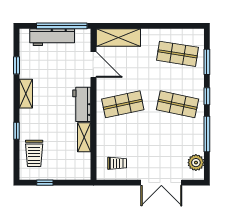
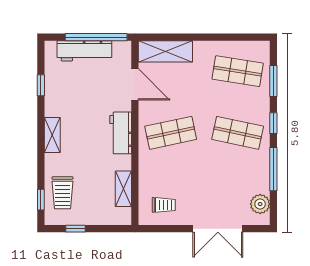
shelving: (26, 94) -> (52, 135), moved
window: (17, 131) -> (41, 200), moved
shelving: (84, 137) -> (123, 189), moved

